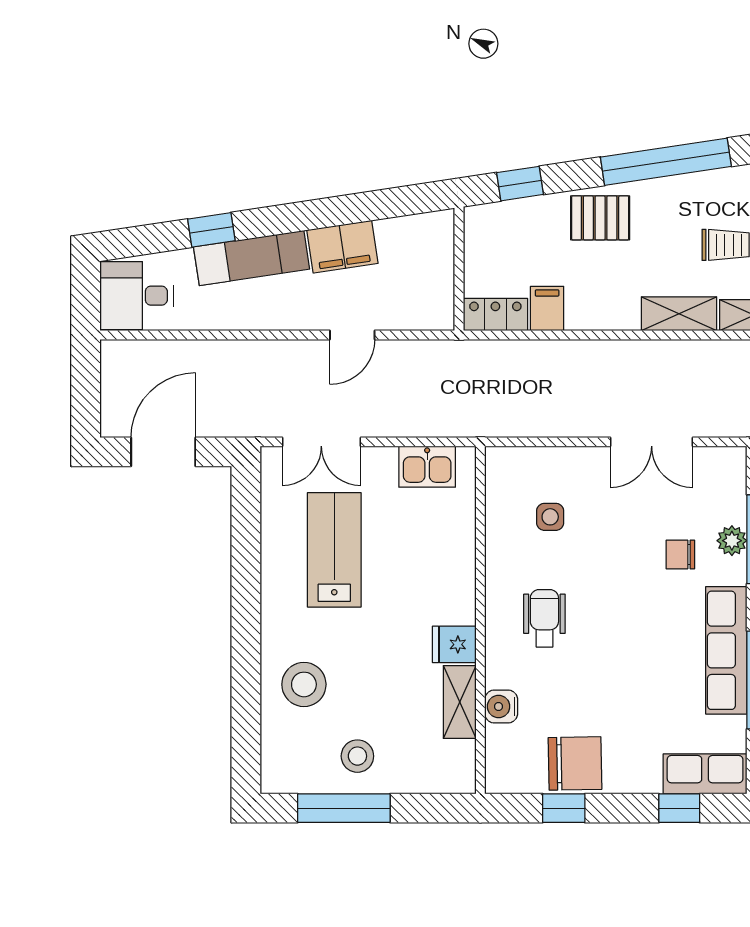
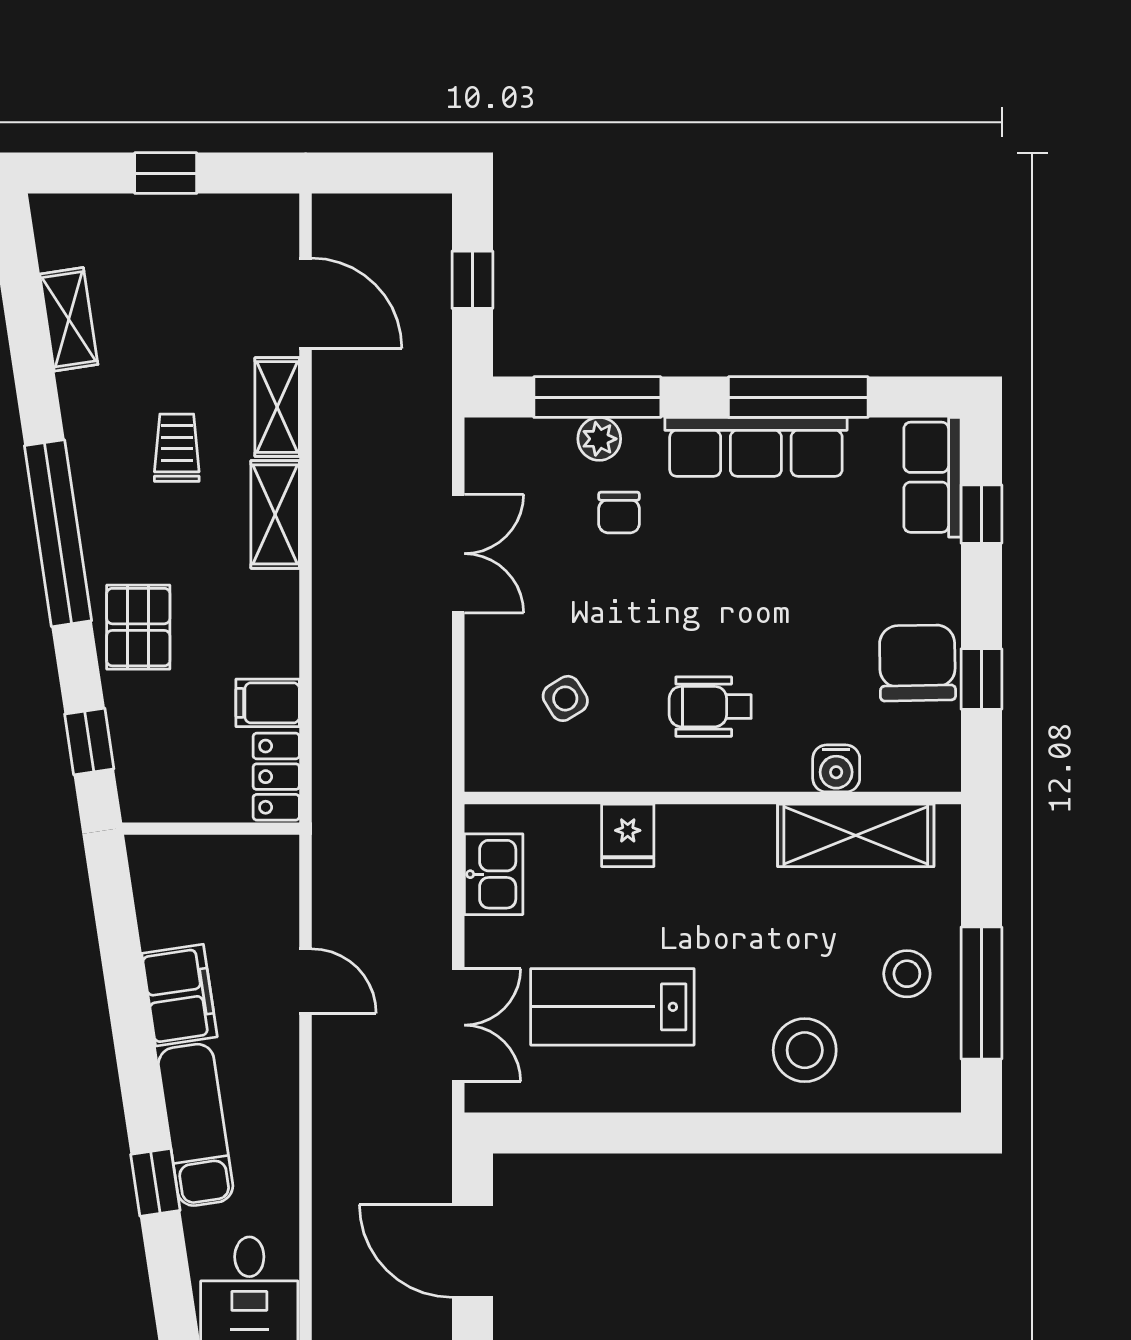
side table: (550, 517) -> (565, 698), turned -32
fridge: (454, 644) -> (628, 835), moved
shelving: (460, 702) -> (856, 835), width x1.50, depth x1.33

